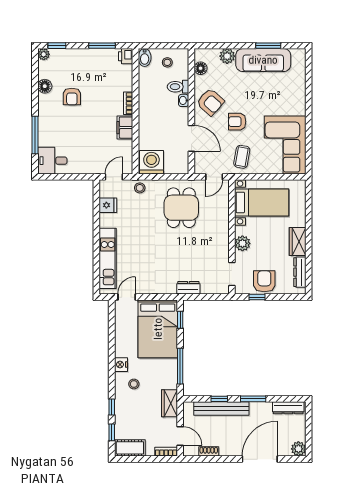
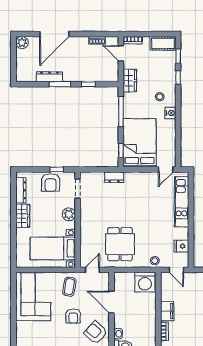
armchair: (237, 122) -> (73, 316), turned 90
door: (114, 177) -> (176, 270), hinge flipped
dresser: (288, 408) -> (49, 77), moved
bench: (221, 409) -> (86, 76), removed

